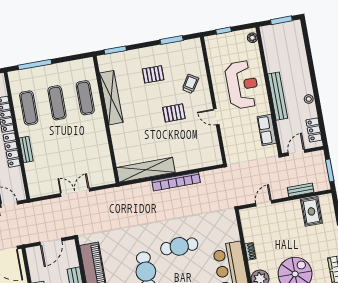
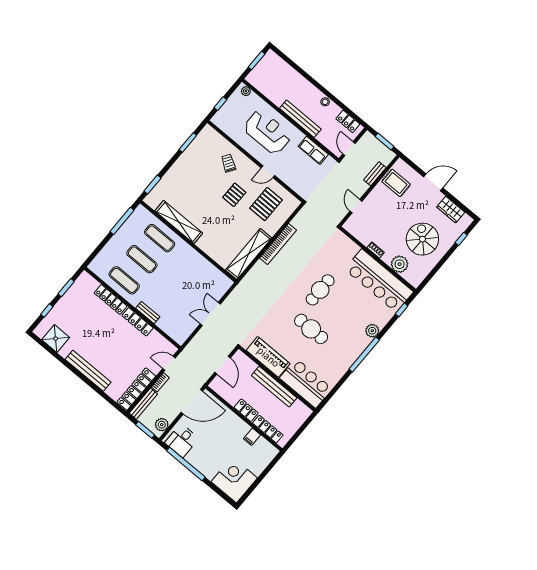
window: (35, 65) -> (122, 221), moved
pallet: (153, 74) -> (266, 204), moved, width x1.50, depth x1.42

